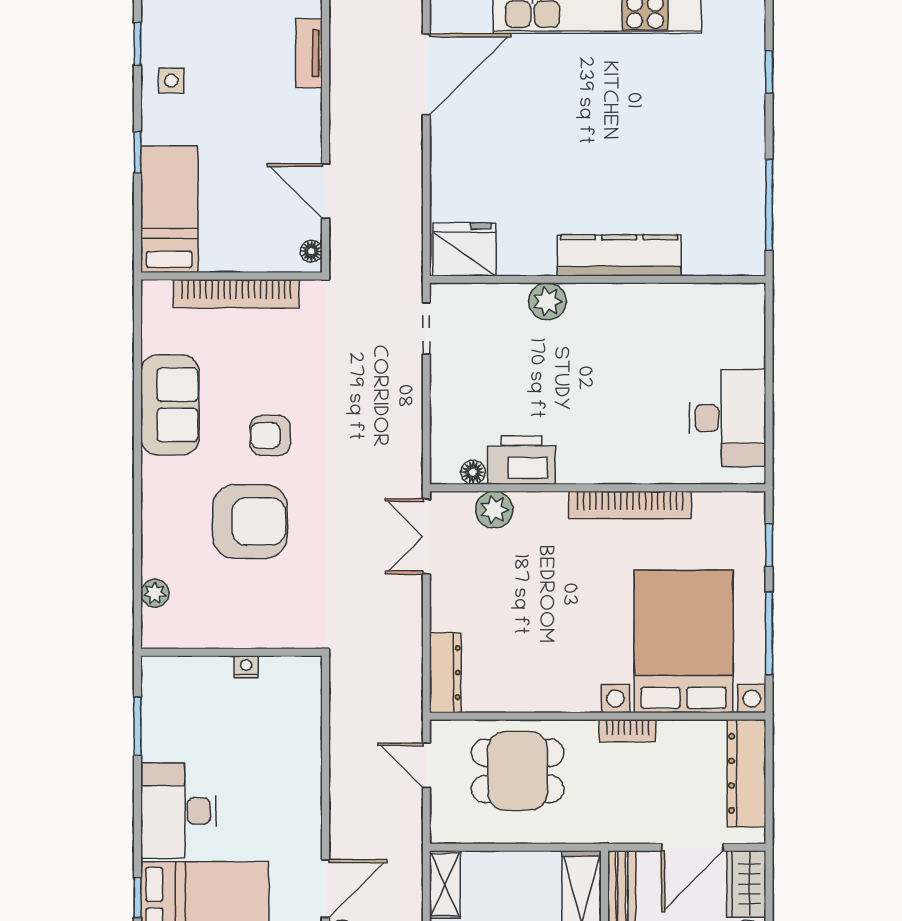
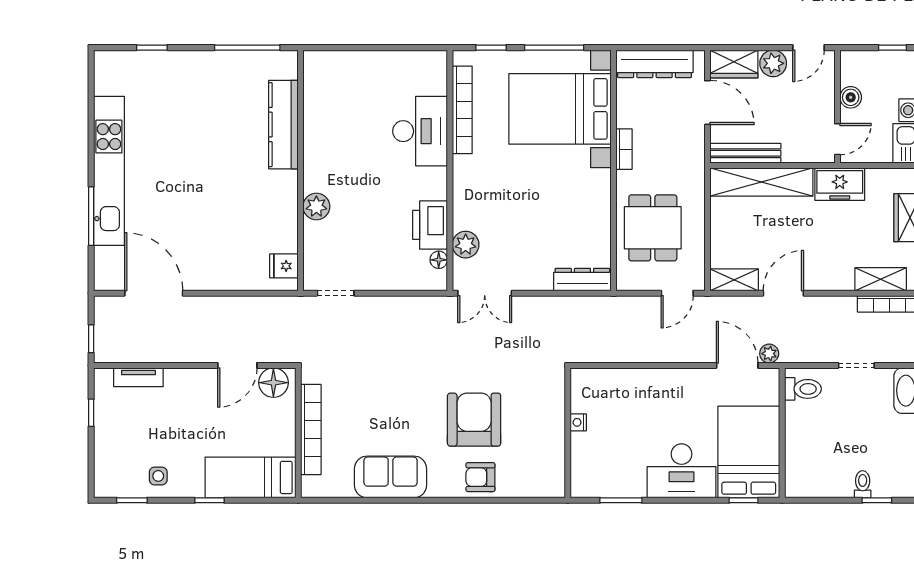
fridge: (464, 249) -> (284, 266), width x0.53, depth x0.75
floor lamp: (311, 251) -> (273, 383), width x1.89, depth x1.89
kitchen counter: (619, 255) -> (283, 125), moved
desk: (728, 418) -> (420, 131), moved, turned 90
armchair: (270, 436) -> (480, 477), moved, turned 90
bookcase: (630, 505) -> (462, 110), moved
plant: (155, 593) -> (525, 488), removed
door: (426, 765) -> (677, 293), moved

